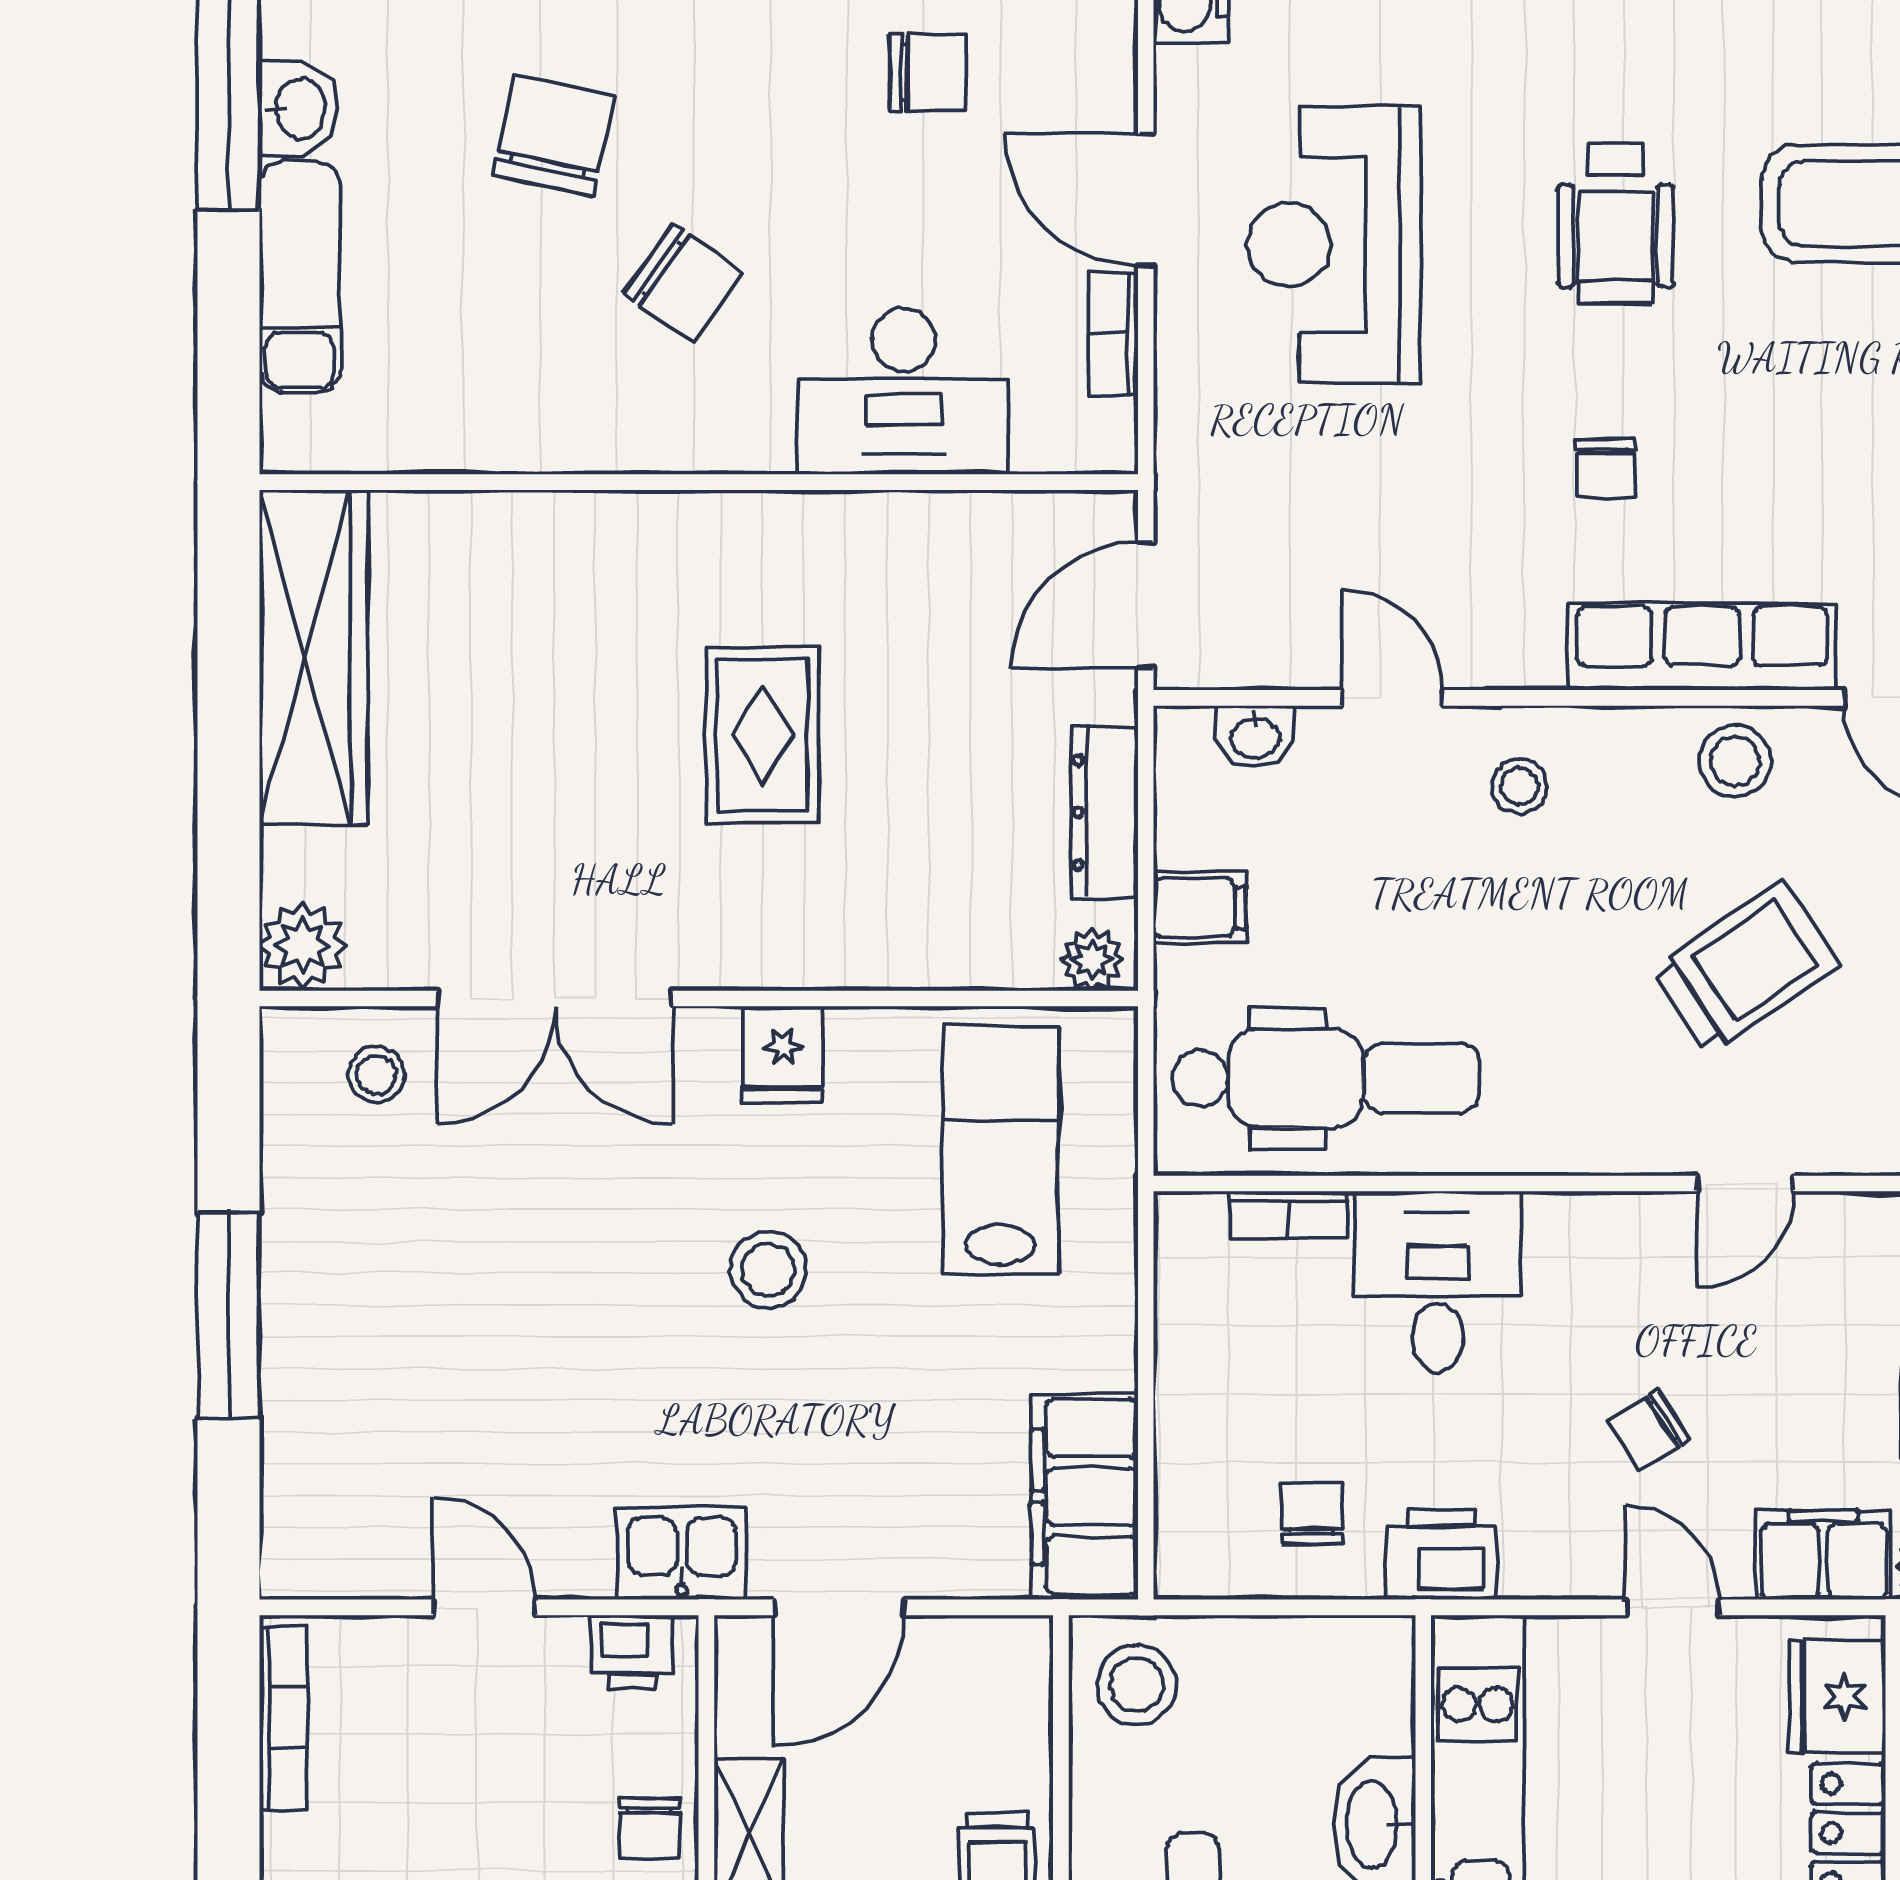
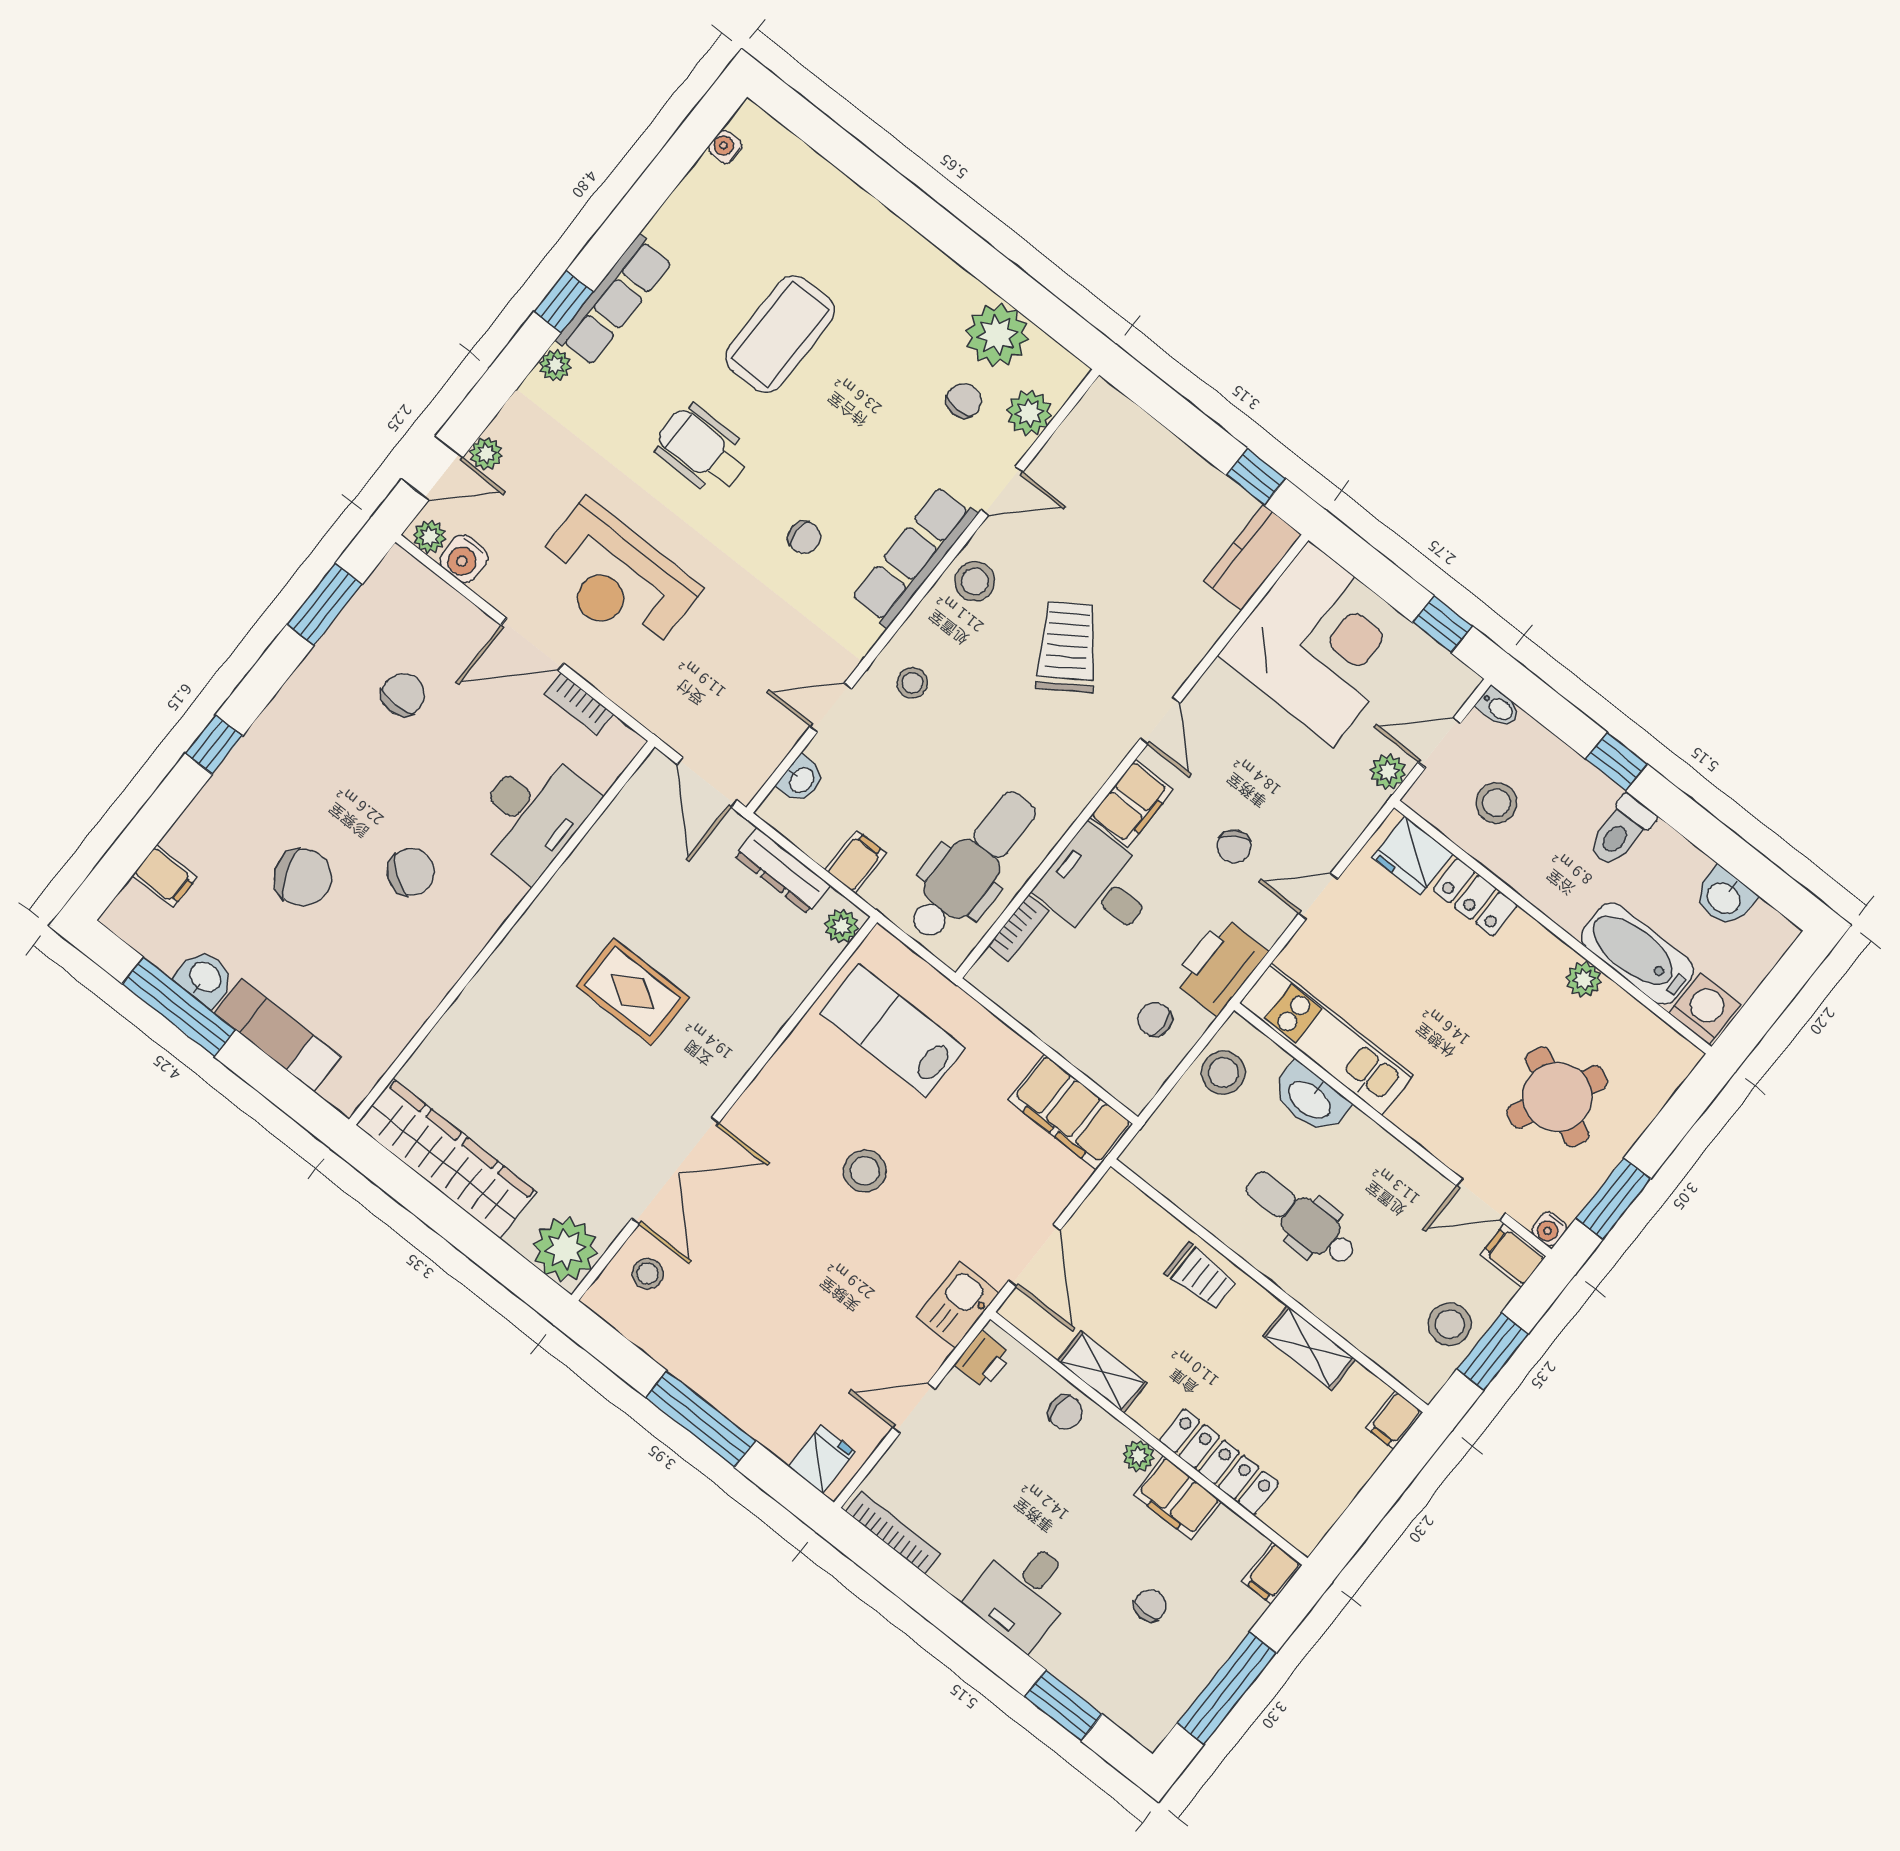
chair: (554, 135) -> (303, 877), turned 146
wheelchair: (1616, 223) -> (702, 450), turned 180
plant: (303, 945) -> (565, 1249), width x1.36, depth x1.36
fridge: (783, 1054) -> (822, 1459), moved, turned -90
printer: (1441, 1554) -> (1220, 966), width x1.37, depth x1.19
filing cabinet: (1824, 1555) -> (1131, 803), moved, turned 180
stool: (1136, 1685) -> (1223, 1073), moved

